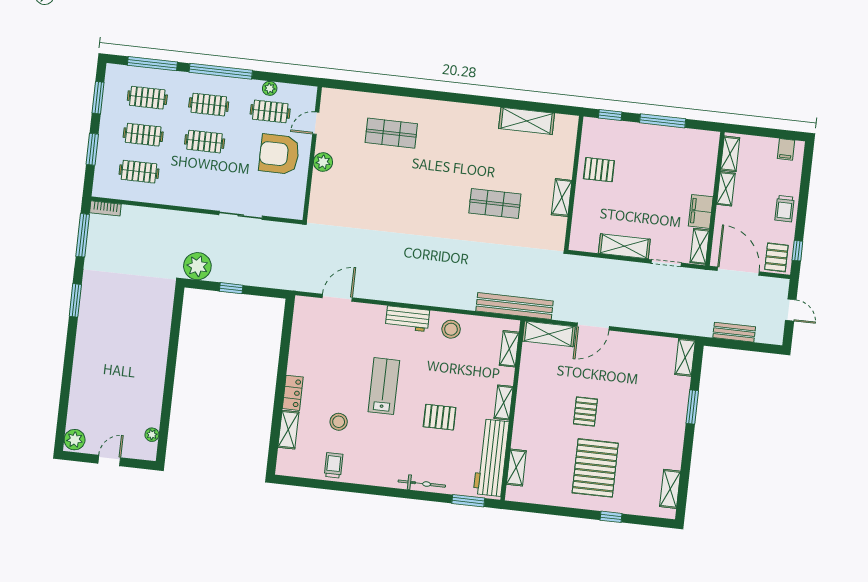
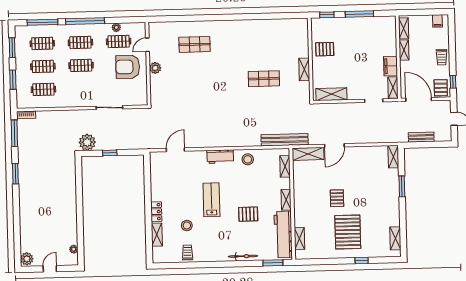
shelving: (527, 121) -> (276, 25), removed
shelving: (624, 246) -> (331, 94), moved

